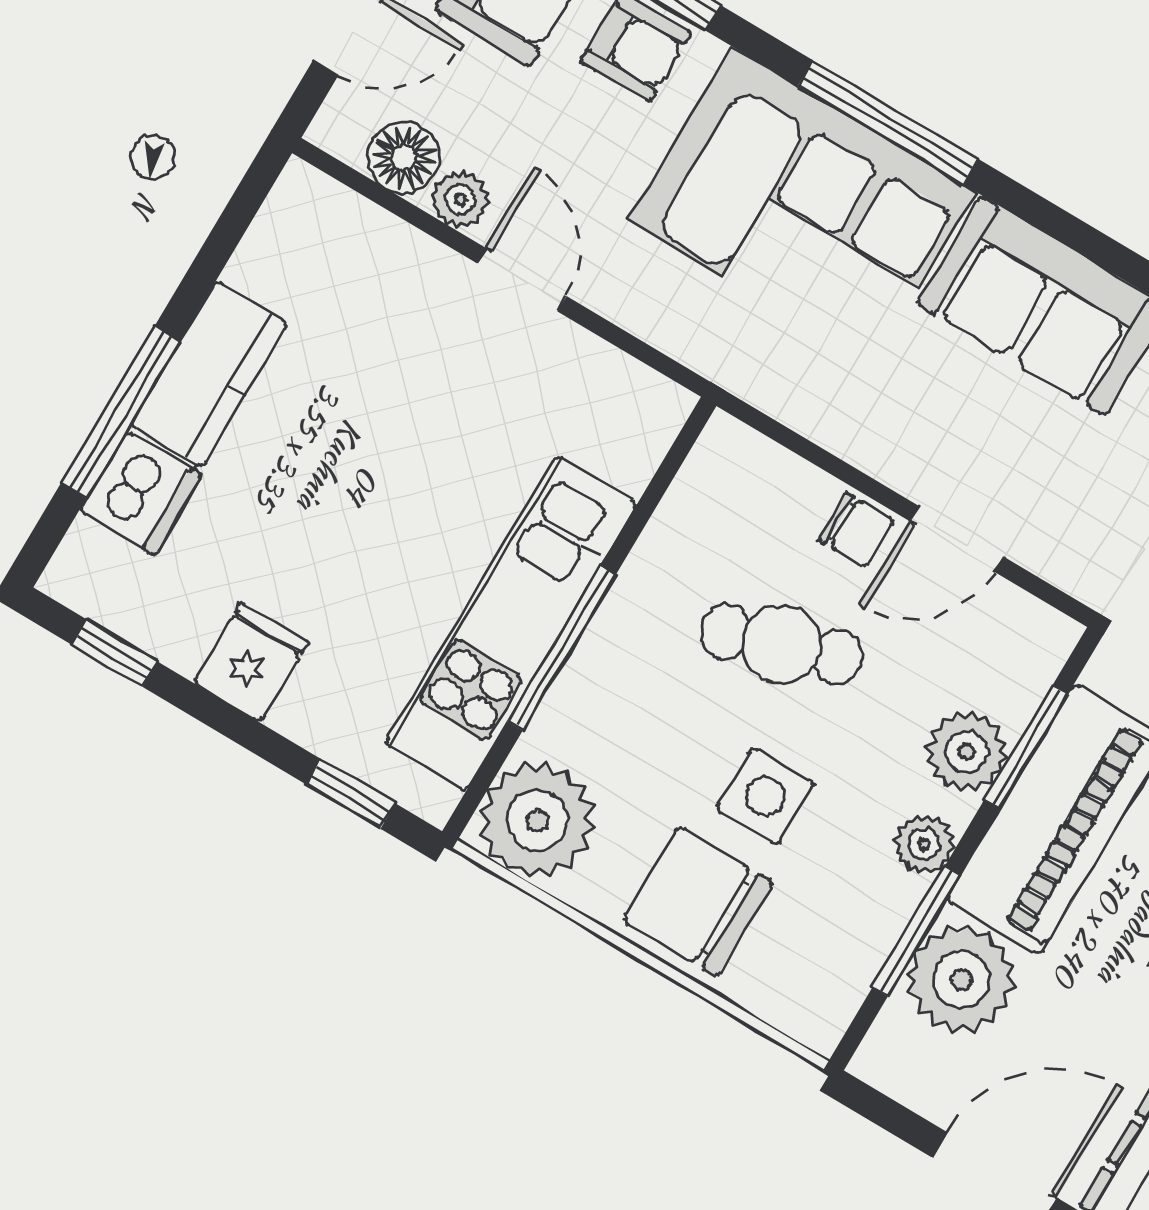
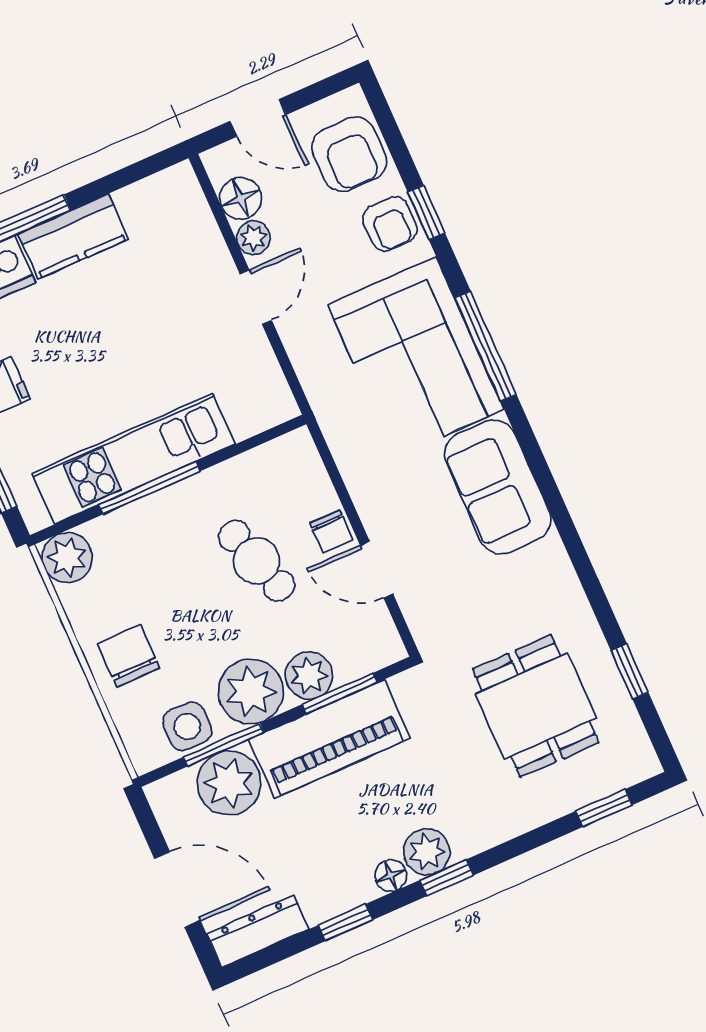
side table: (765, 796) -> (187, 726), moved
plant: (537, 820) -> (67, 558), width x0.73, depth x0.73
plant: (924, 844) -> (251, 691), width x1.88, depth x1.88
chair: (698, 901) -> (129, 656), width x0.73, depth x0.73

